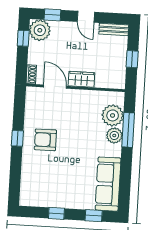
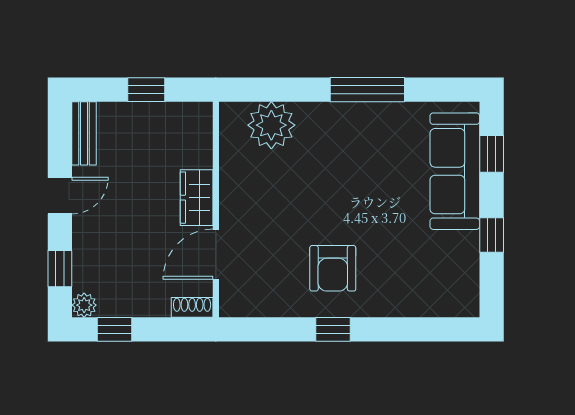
plant: (40, 30) -> (84, 305), width x0.53, depth x0.53
window: (128, 130) -> (367, 90), moved
plant: (114, 135) -> (315, 119), removed
sofa: (108, 184) -> (455, 171), moved, turned 90

